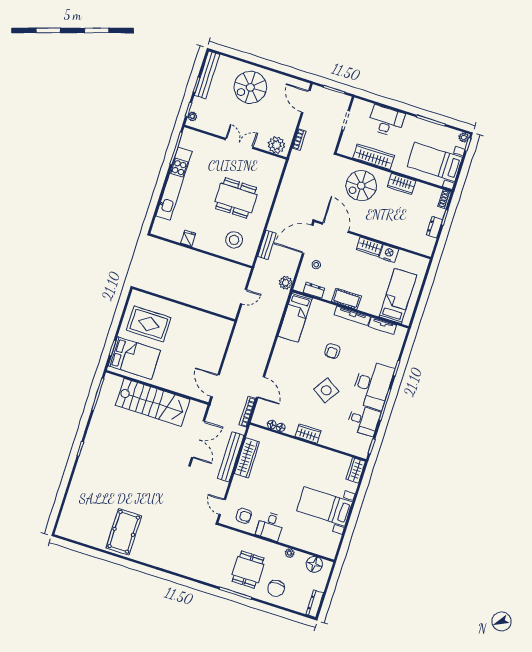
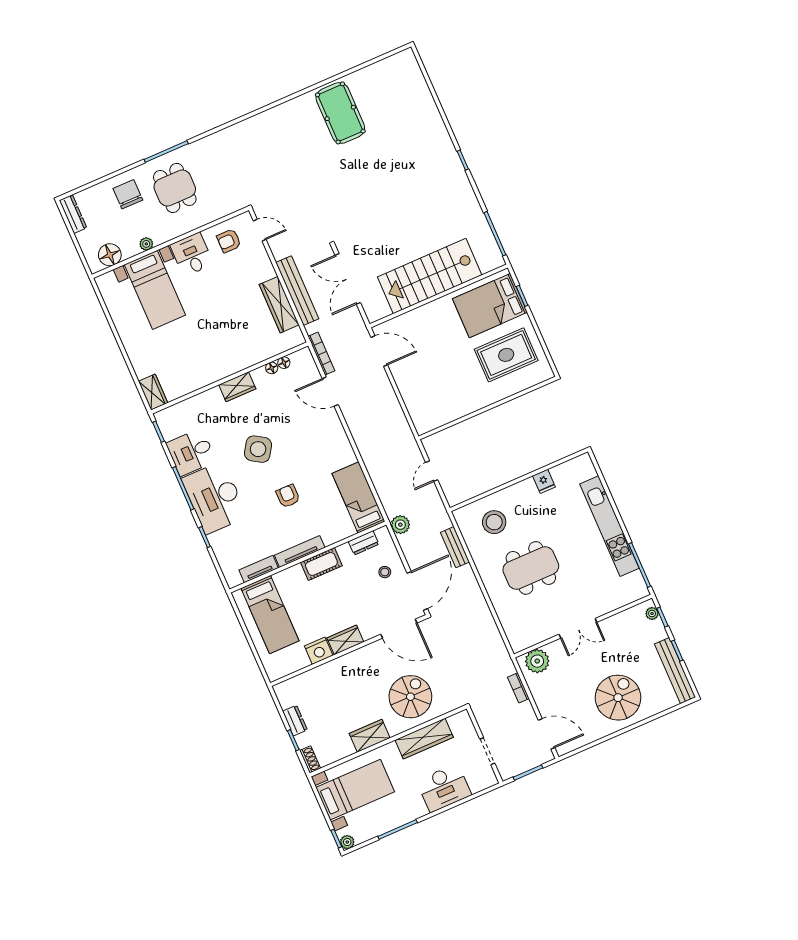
bed with nightstands: (325, 506) -> (155, 290), moved, turned 90

